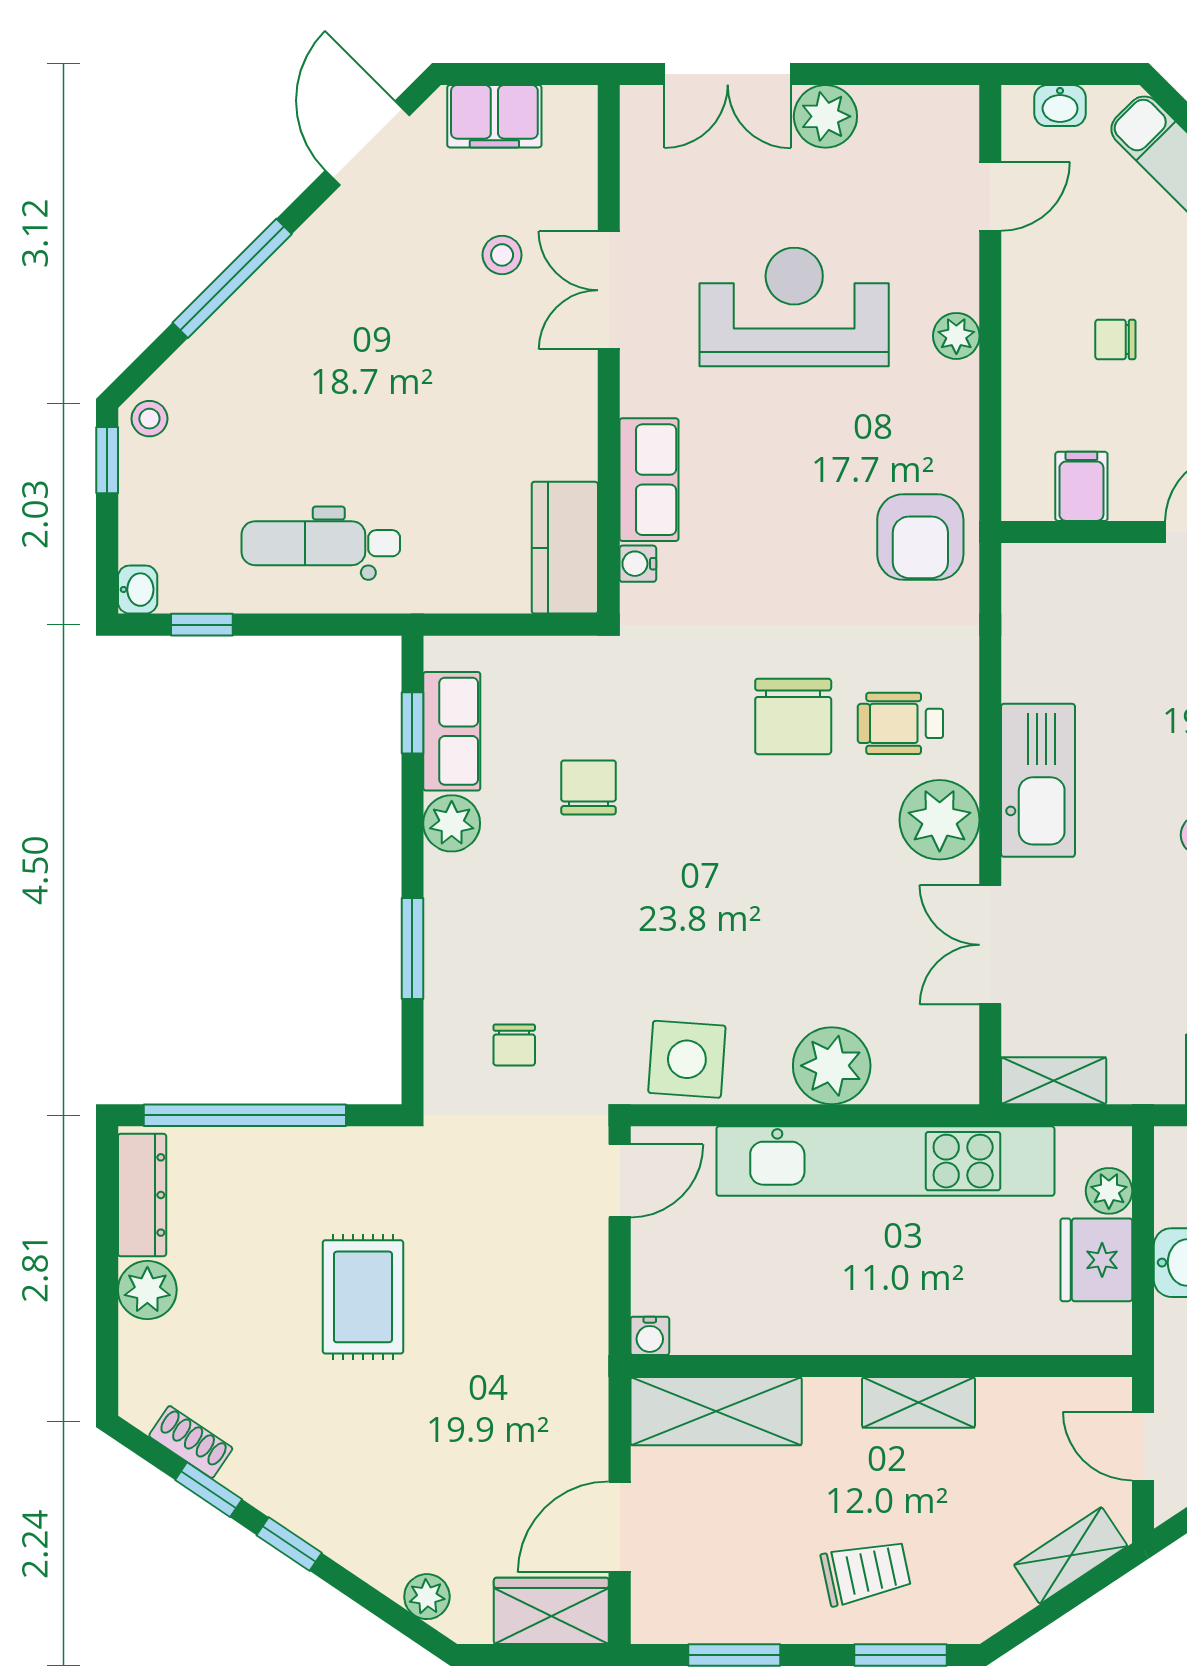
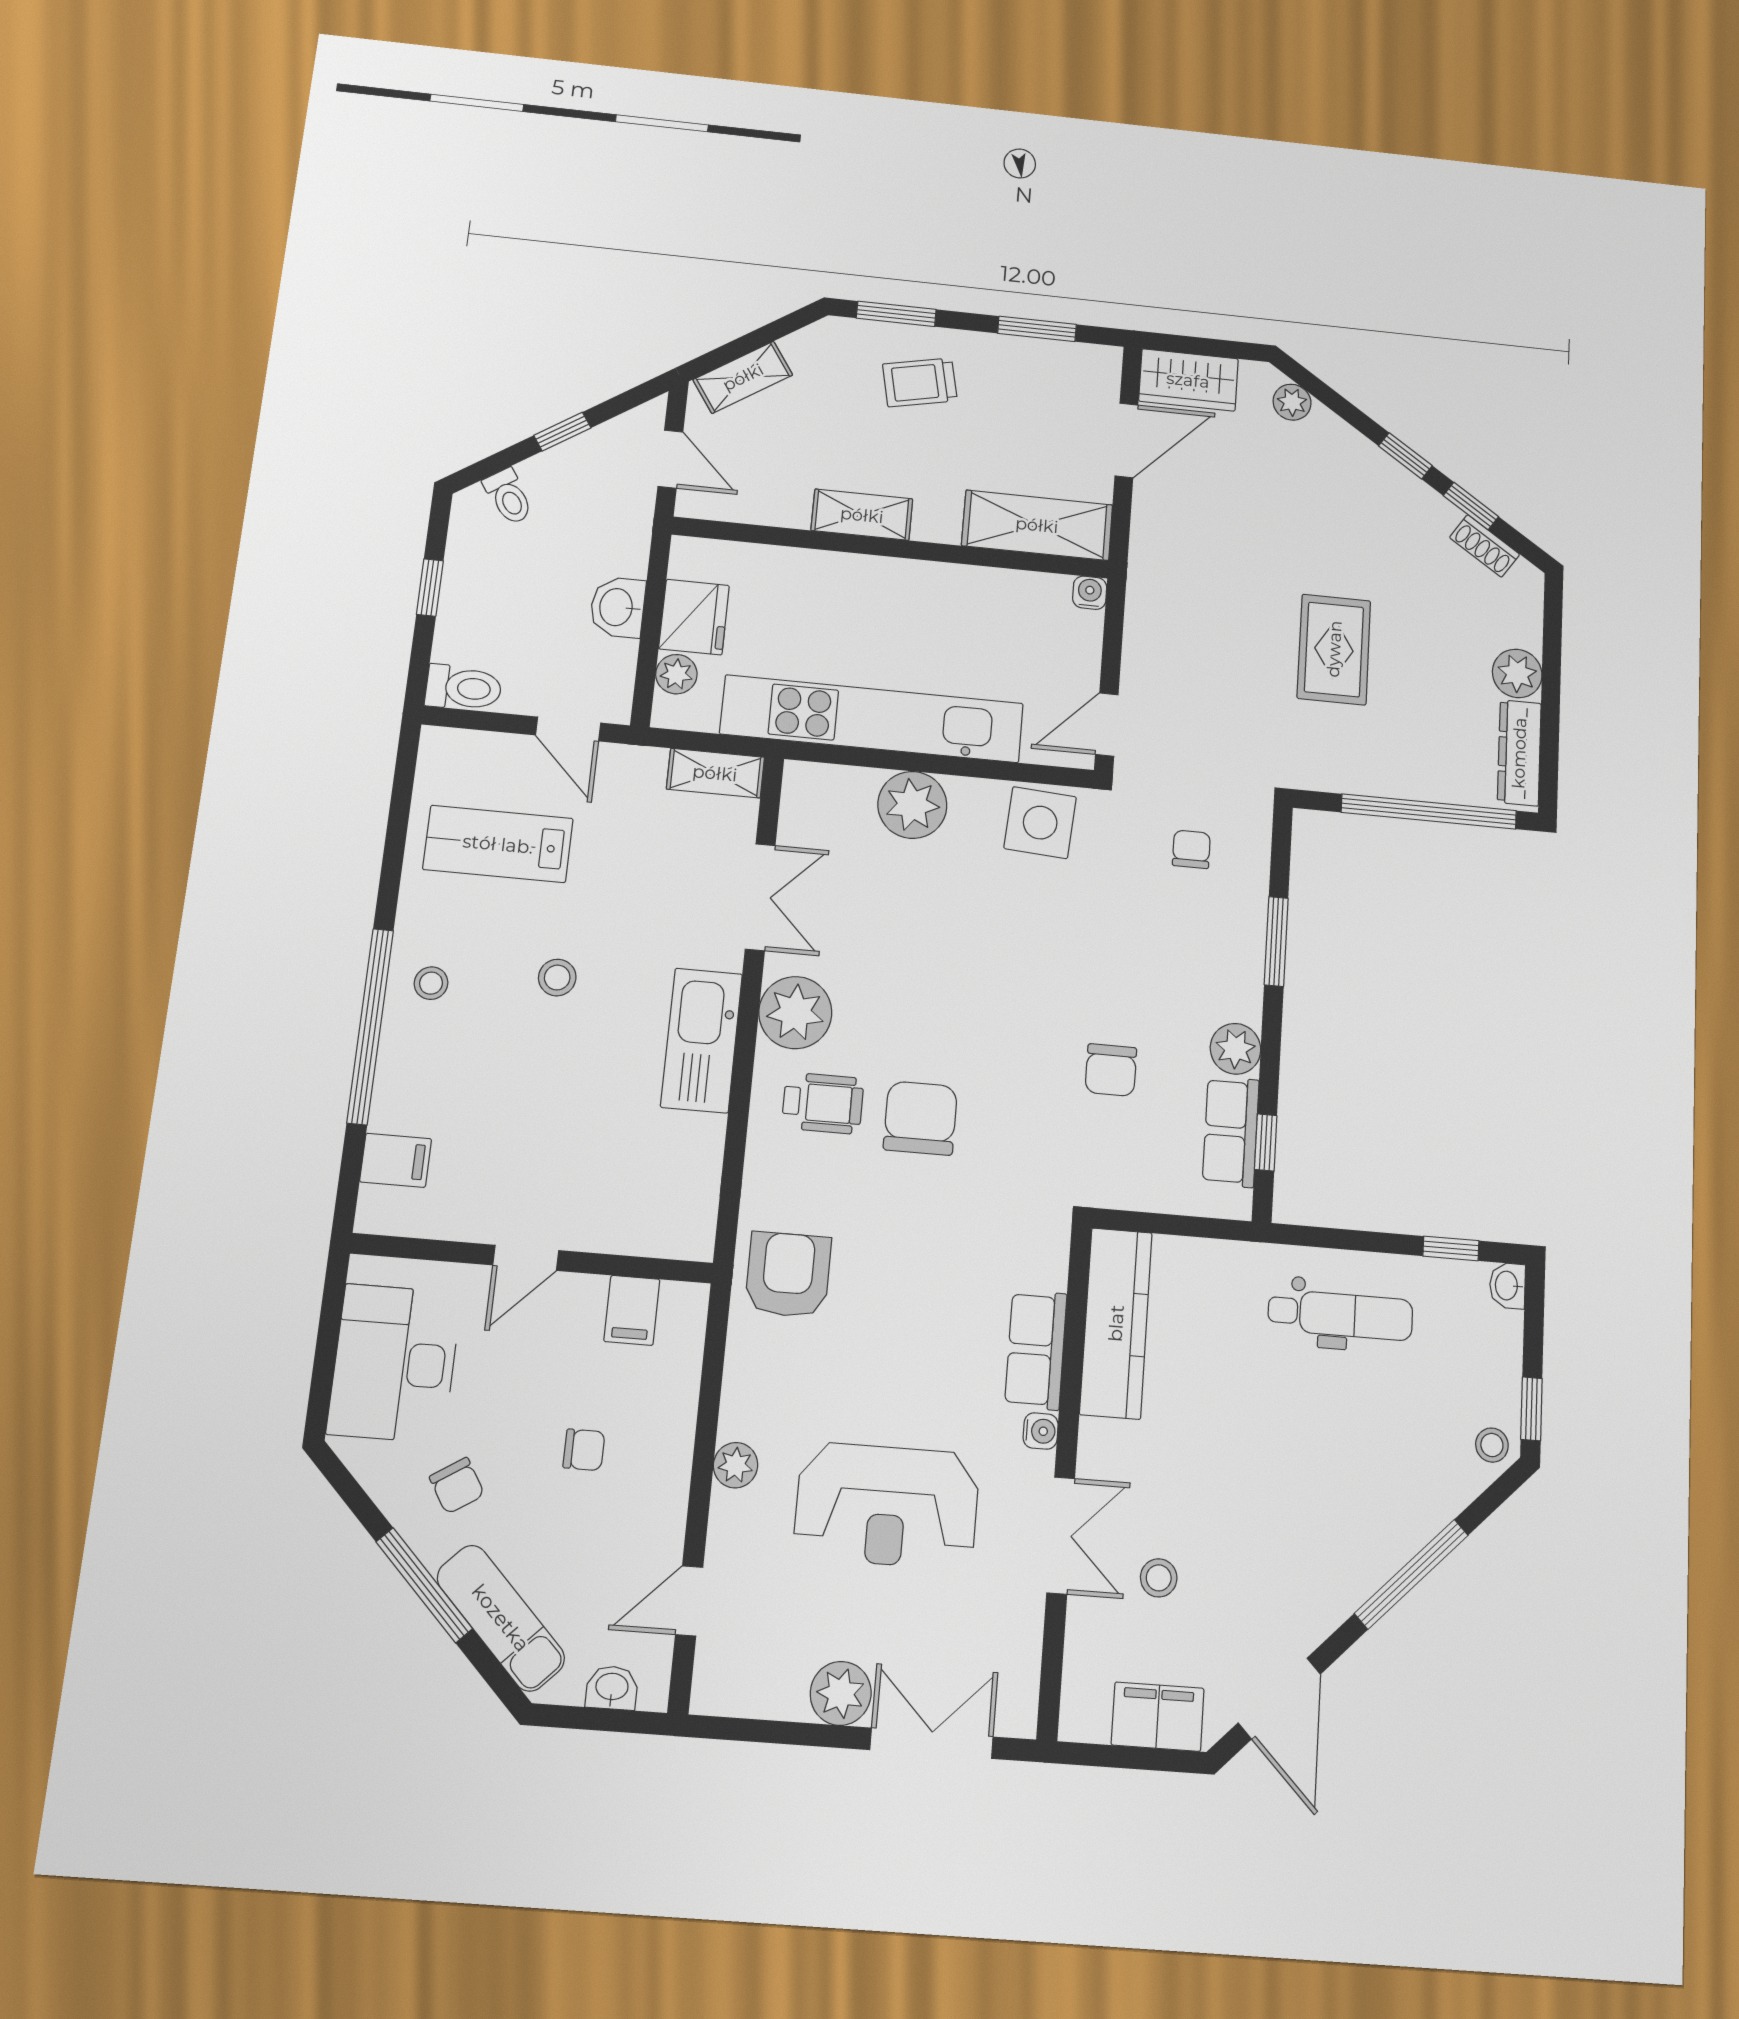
kitchen counter: (565, 548) -> (1116, 1323), width x1.50
water cooler: (638, 564) -> (1041, 1431), moved

